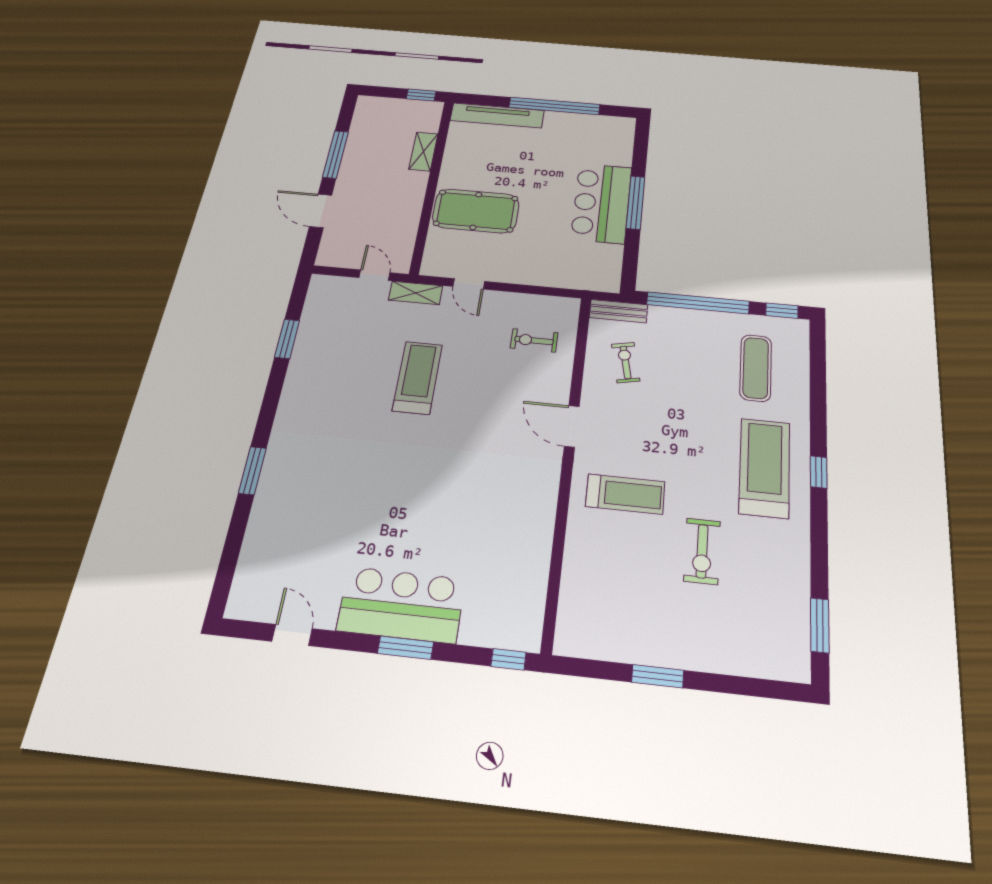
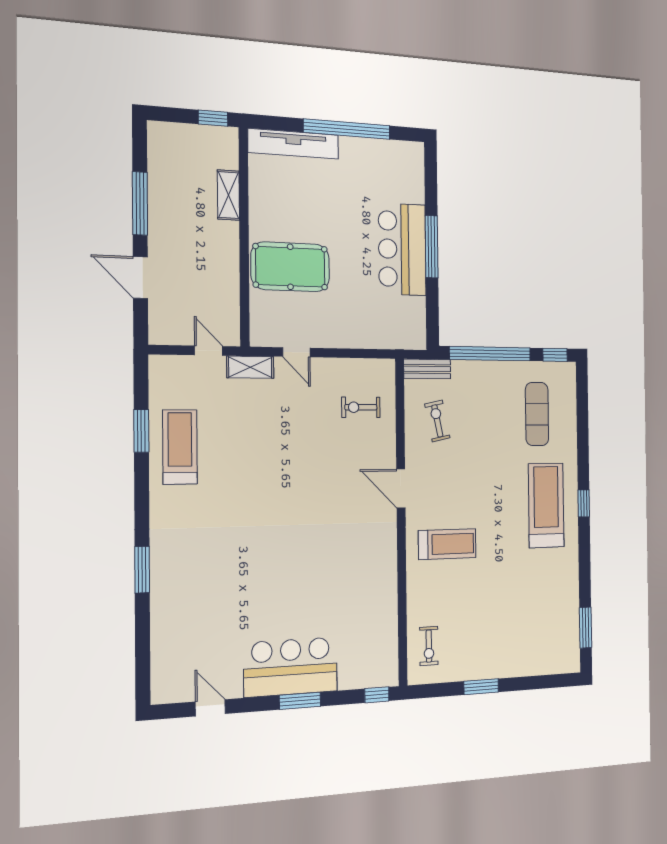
treadmill: (418, 378) -> (180, 447), moved
exercise bike: (702, 551) -> (429, 646), moved, width x0.73, depth x0.72

